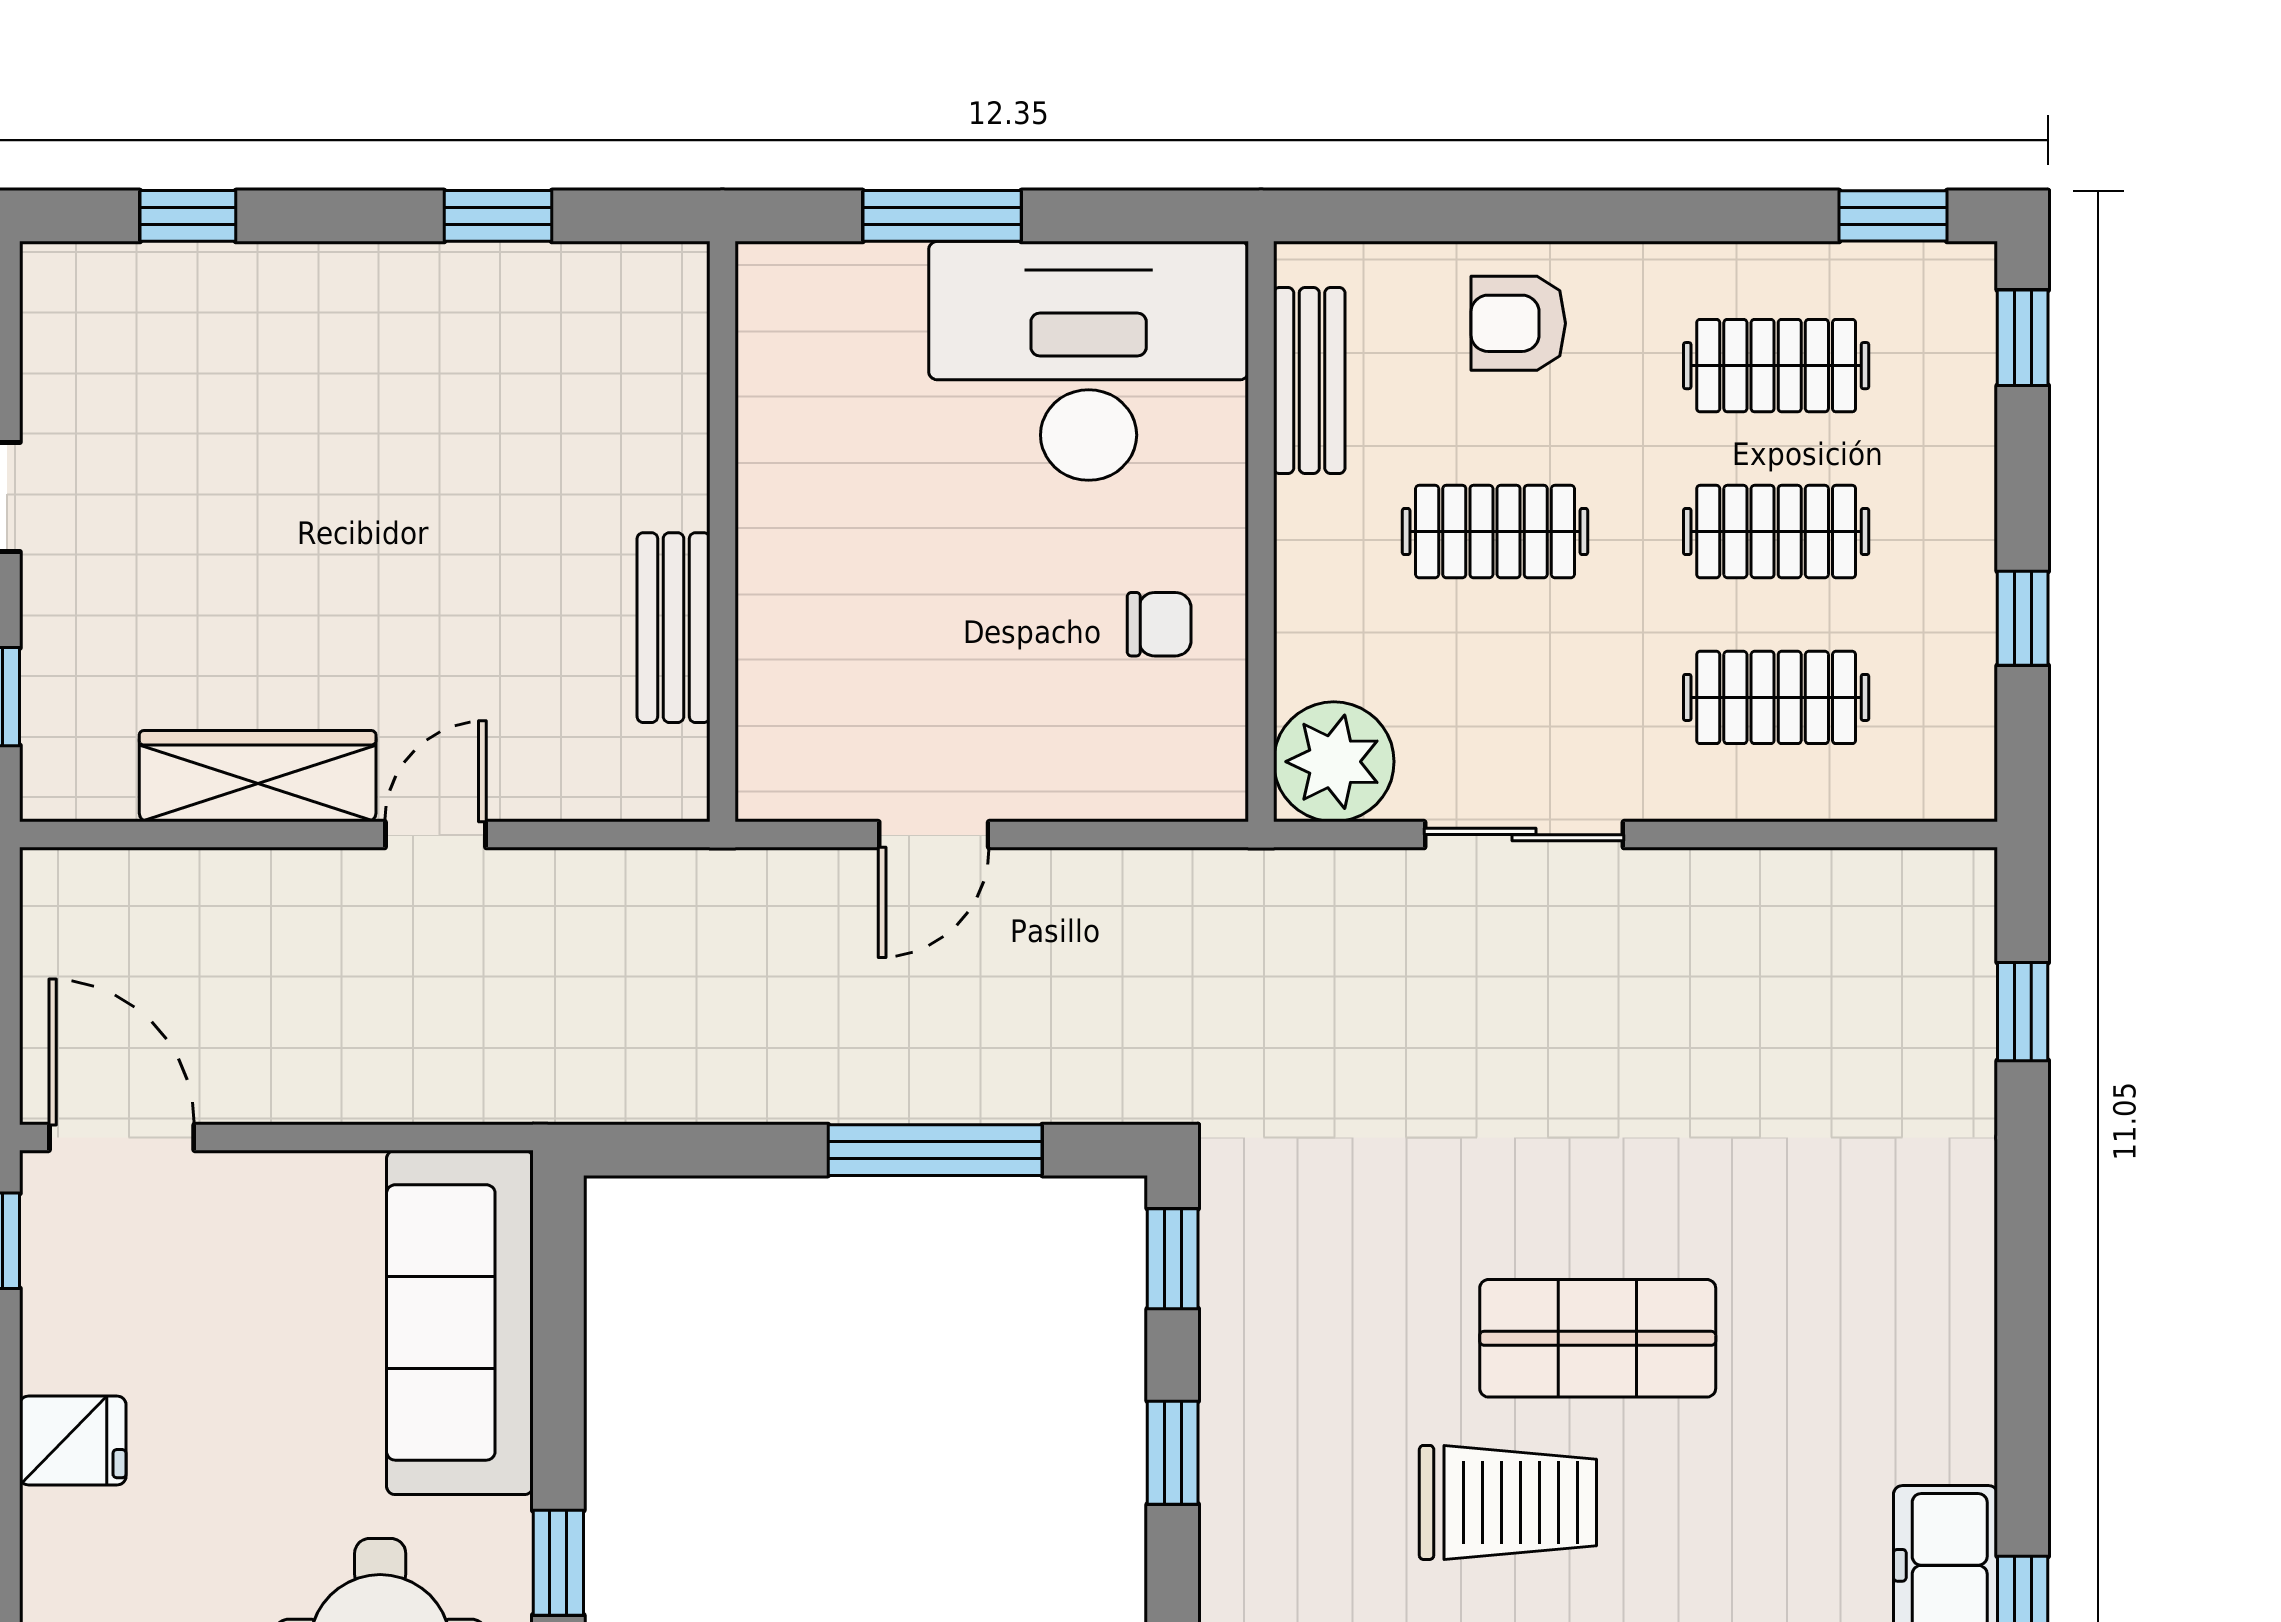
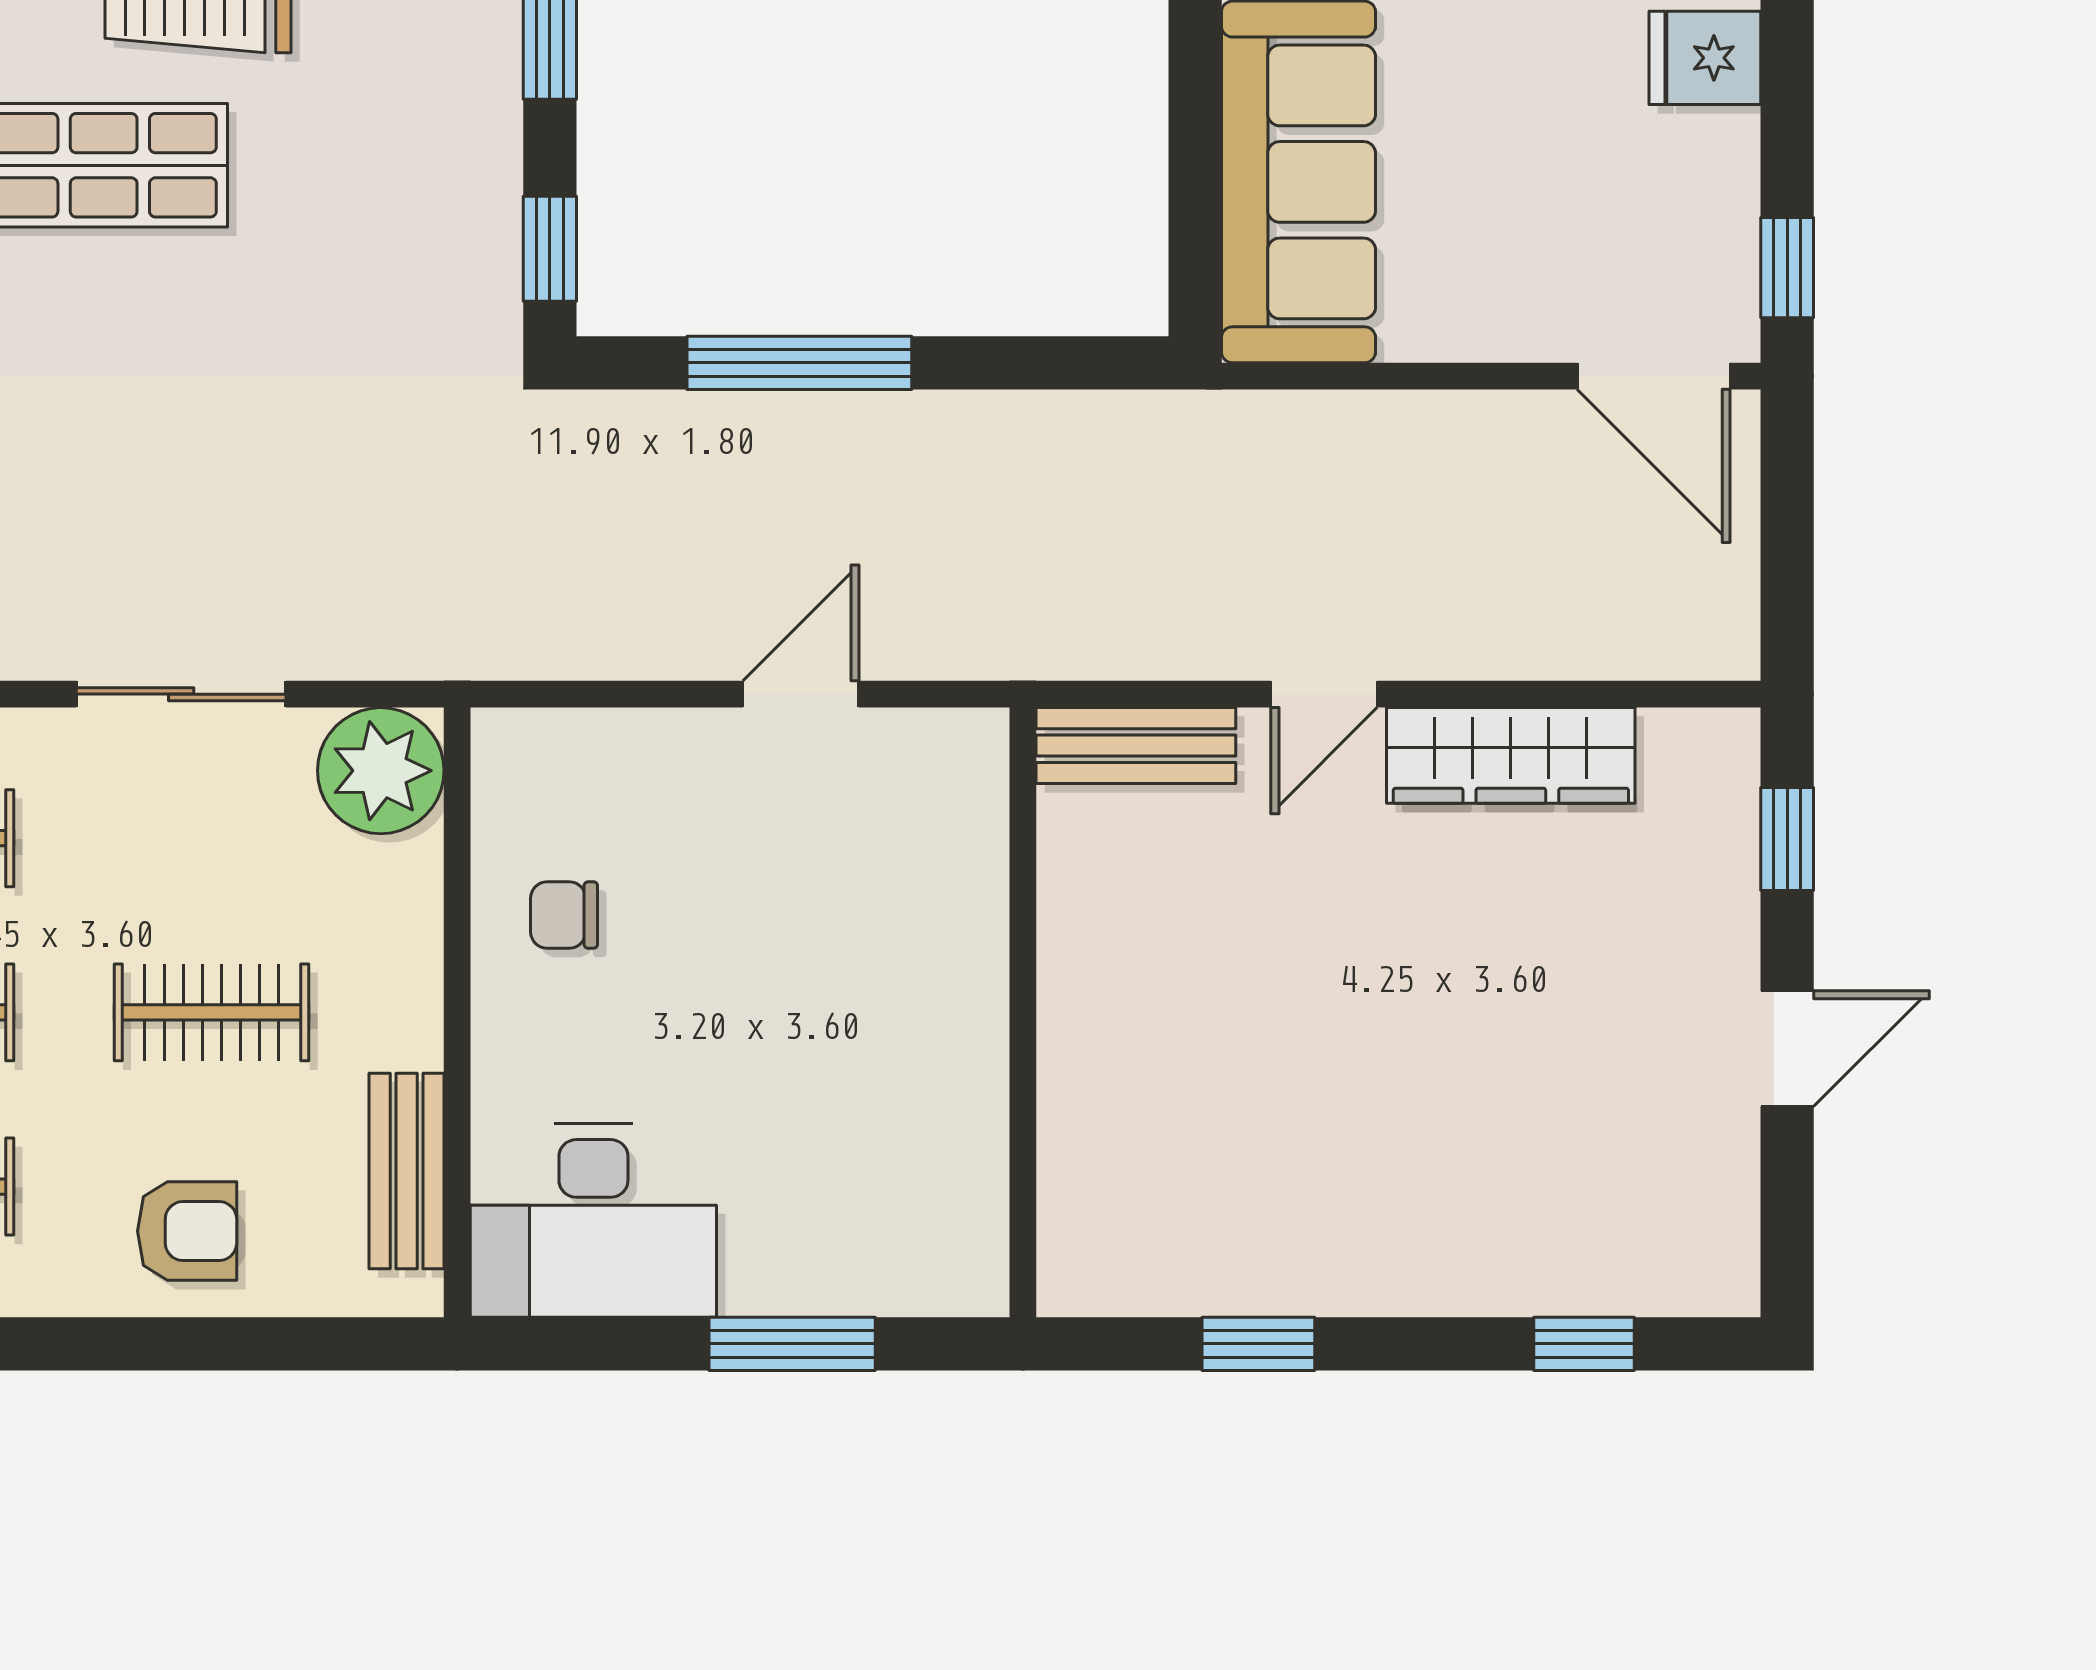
desk: (1089, 361) -> (593, 1221), width x0.73, depth x0.77
bench: (673, 628) -> (1136, 746), moved, turned 90

